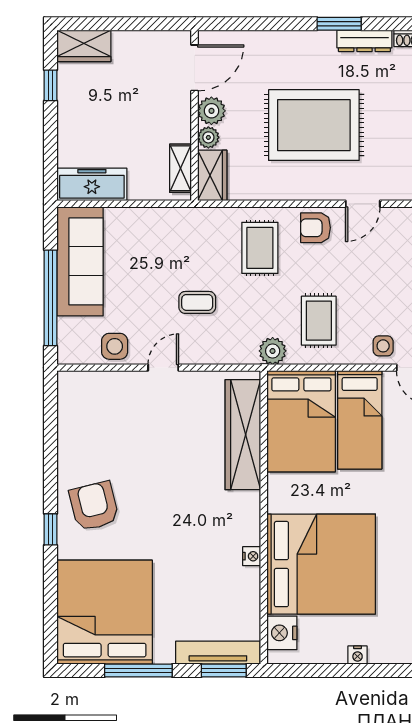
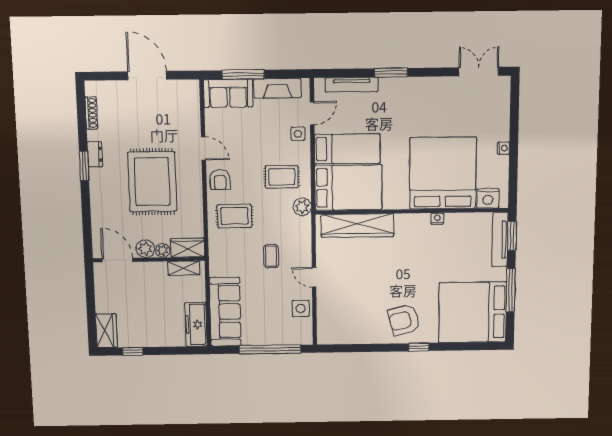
dresser: (364, 41) -> (95, 154), width x0.70
sofa: (80, 261) -> (225, 312), moved, turned 90

